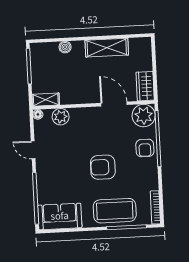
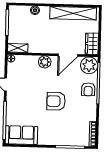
shelving: (107, 48) -> (73, 13), width x1.47
door: (114, 104) -> (68, 55), swing flipped
plant: (61, 117) -> (45, 62), moved
coffee table: (115, 211) -> (62, 134), removed

